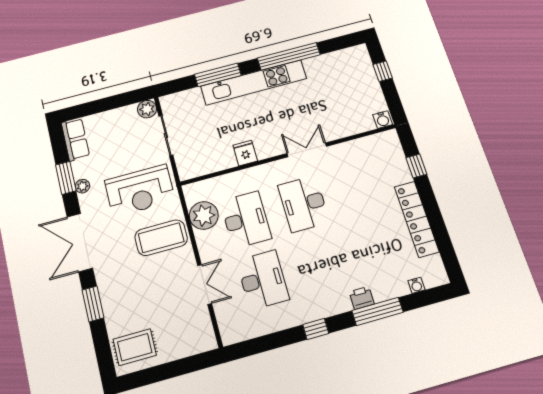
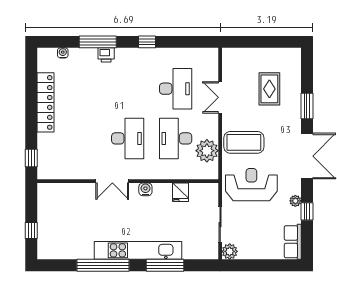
water cooler: (383, 120) -> (145, 189), moved
fridge: (245, 153) -> (181, 192), moved
window: (416, 166) -> (31, 158), moved
window: (66, 178) -> (307, 211), width x0.67
desk: (263, 280) -> (176, 89), turned 180
rug: (135, 347) -> (269, 89), moved, turned 90

